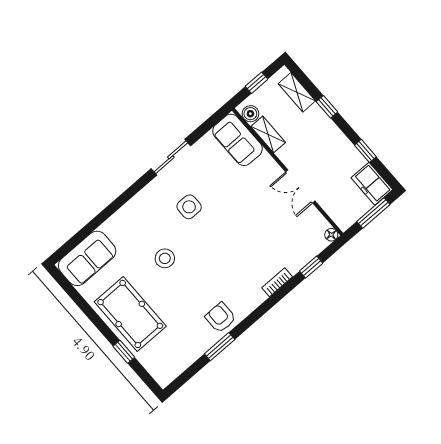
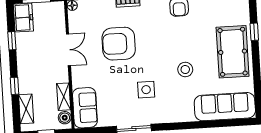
armchair: (254, 232) -> (119, 44), added
sofa: (87, 258) -> (225, 107), width x1.36

